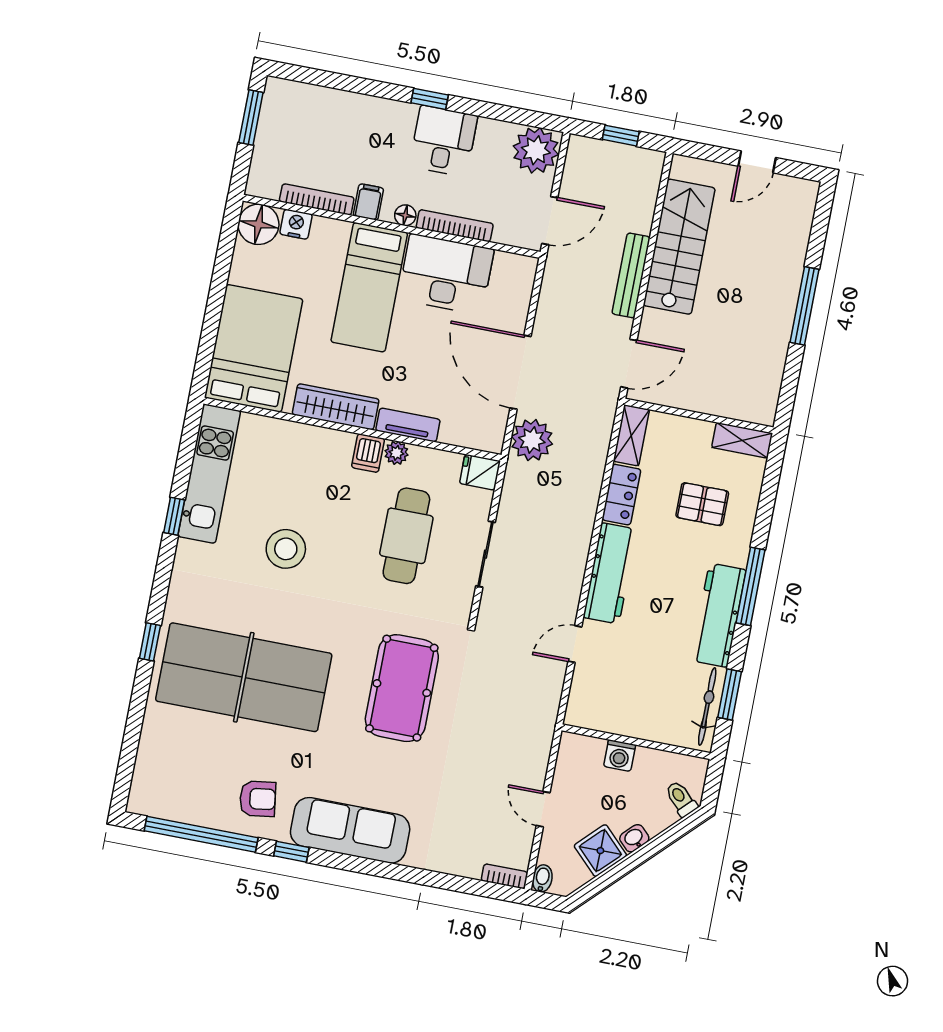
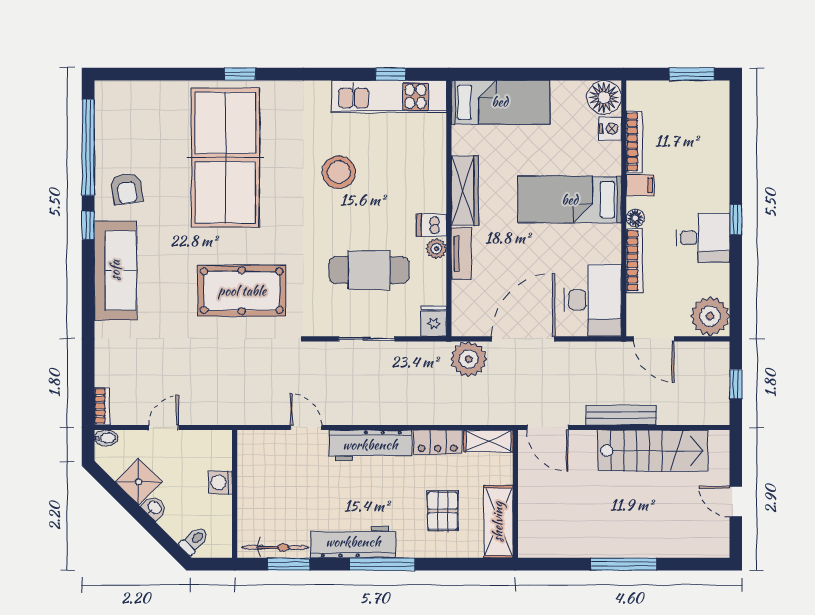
desk: (446, 274) -> (593, 300), moved
bed: (254, 348) -> (500, 102), width x0.67
shelving: (742, 440) -> (498, 522), width x1.50, depth x1.33
window: (174, 516) -> (391, 74), moved

